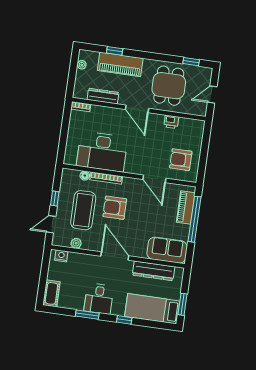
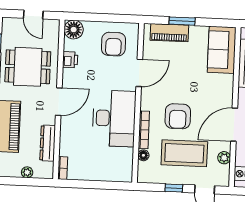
plant: (82, 65) -> (27, 172), moved
floor lamp: (196, 127) -> (74, 30), added
desk: (102, 152) -> (114, 118), moved
window: (195, 219) -> (182, 21), width x0.47
door: (115, 256) -> (234, 125), moved

